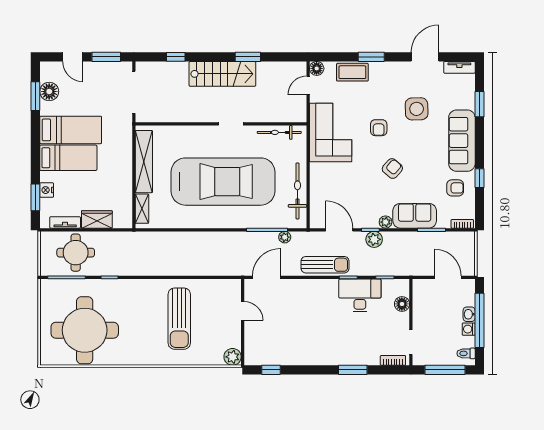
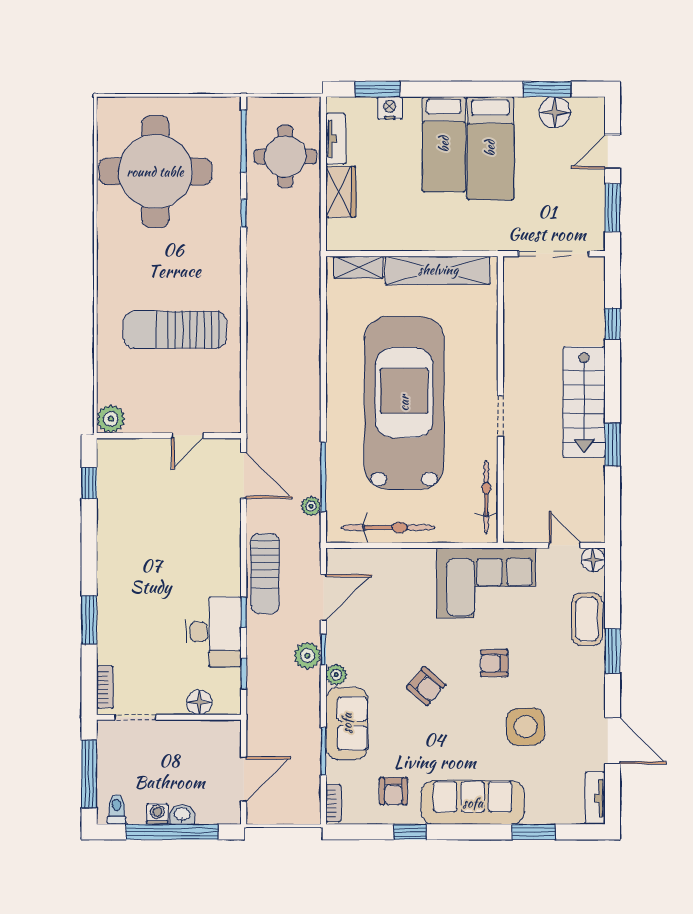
car: (223, 182) -> (404, 403), turned 180

